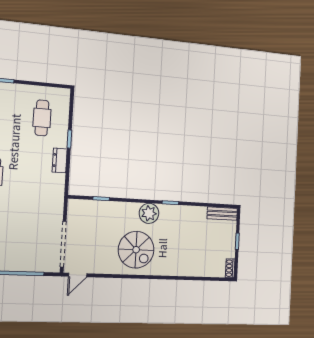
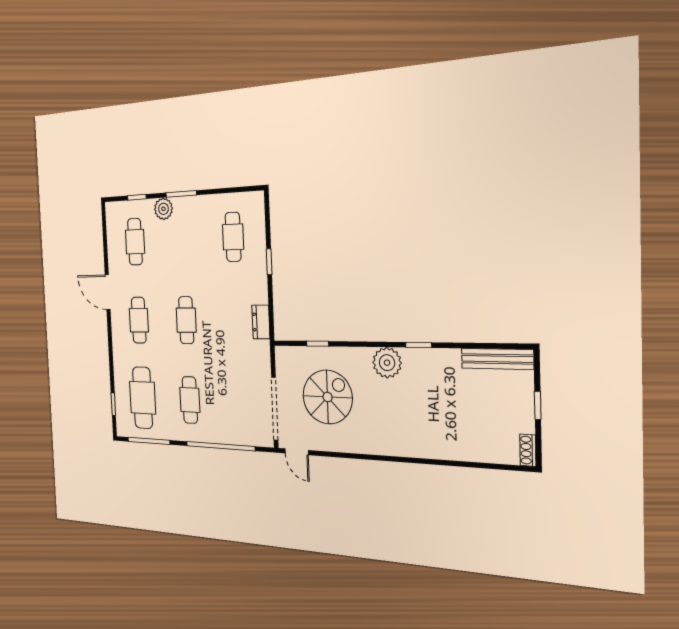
dresser: (60, 160) -> (261, 322), moved
bench: (222, 214) -> (497, 359), width x1.36
spiral stairs: (136, 250) -> (328, 397), moved, turned -90
door: (78, 275) -> (297, 452), hinge flipped

